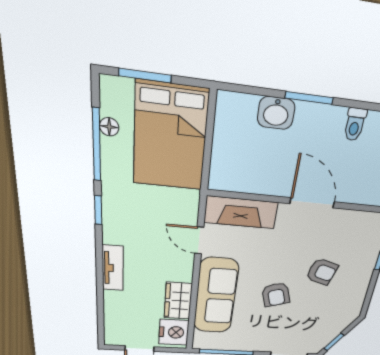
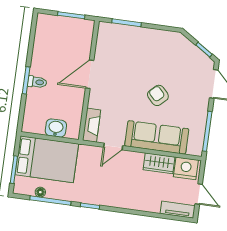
washbasin: (276, 113) -> (56, 128), moved, turned -90
toilet: (355, 124) -> (37, 82), moved
fireplace: (241, 212) -> (92, 125), width x0.73, depth x0.76
tv unit: (113, 268) -> (178, 210), moved
armchair: (322, 272) -> (141, 64), removed
armchair: (276, 295) -> (158, 95), turned -116

